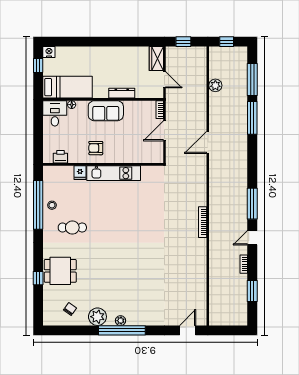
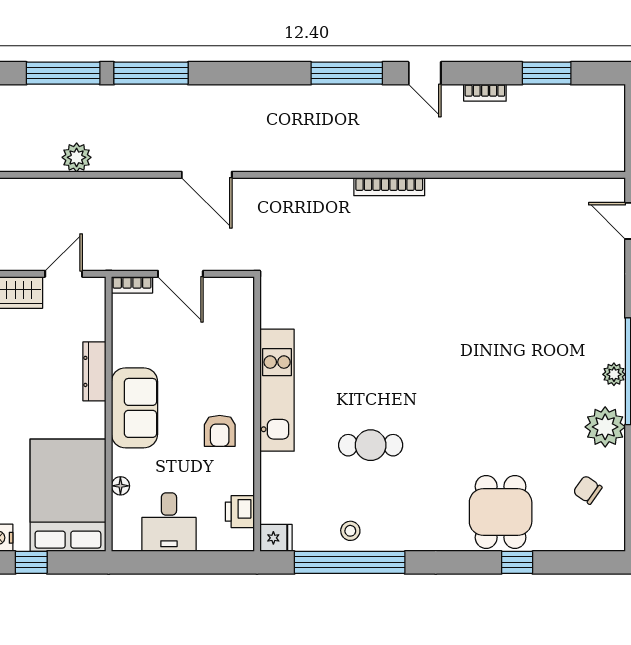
bed: (68, 87) -> (68, 495), width x1.50
desk: (55, 113) -> (169, 522), moved, turned -90
fridge: (80, 173) -> (276, 538), moved
cafe table: (72, 228) -> (371, 445), moved, turned 90

